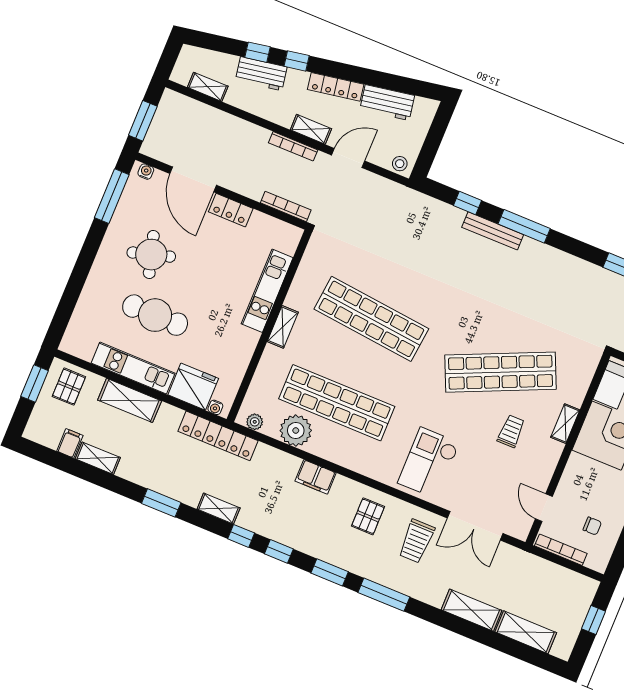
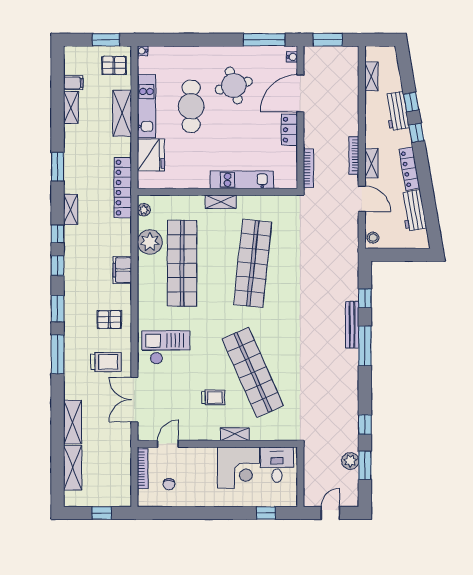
water cooler: (215, 407) -> (143, 51), moved
trolley: (416, 541) -> (106, 362), turned 180

